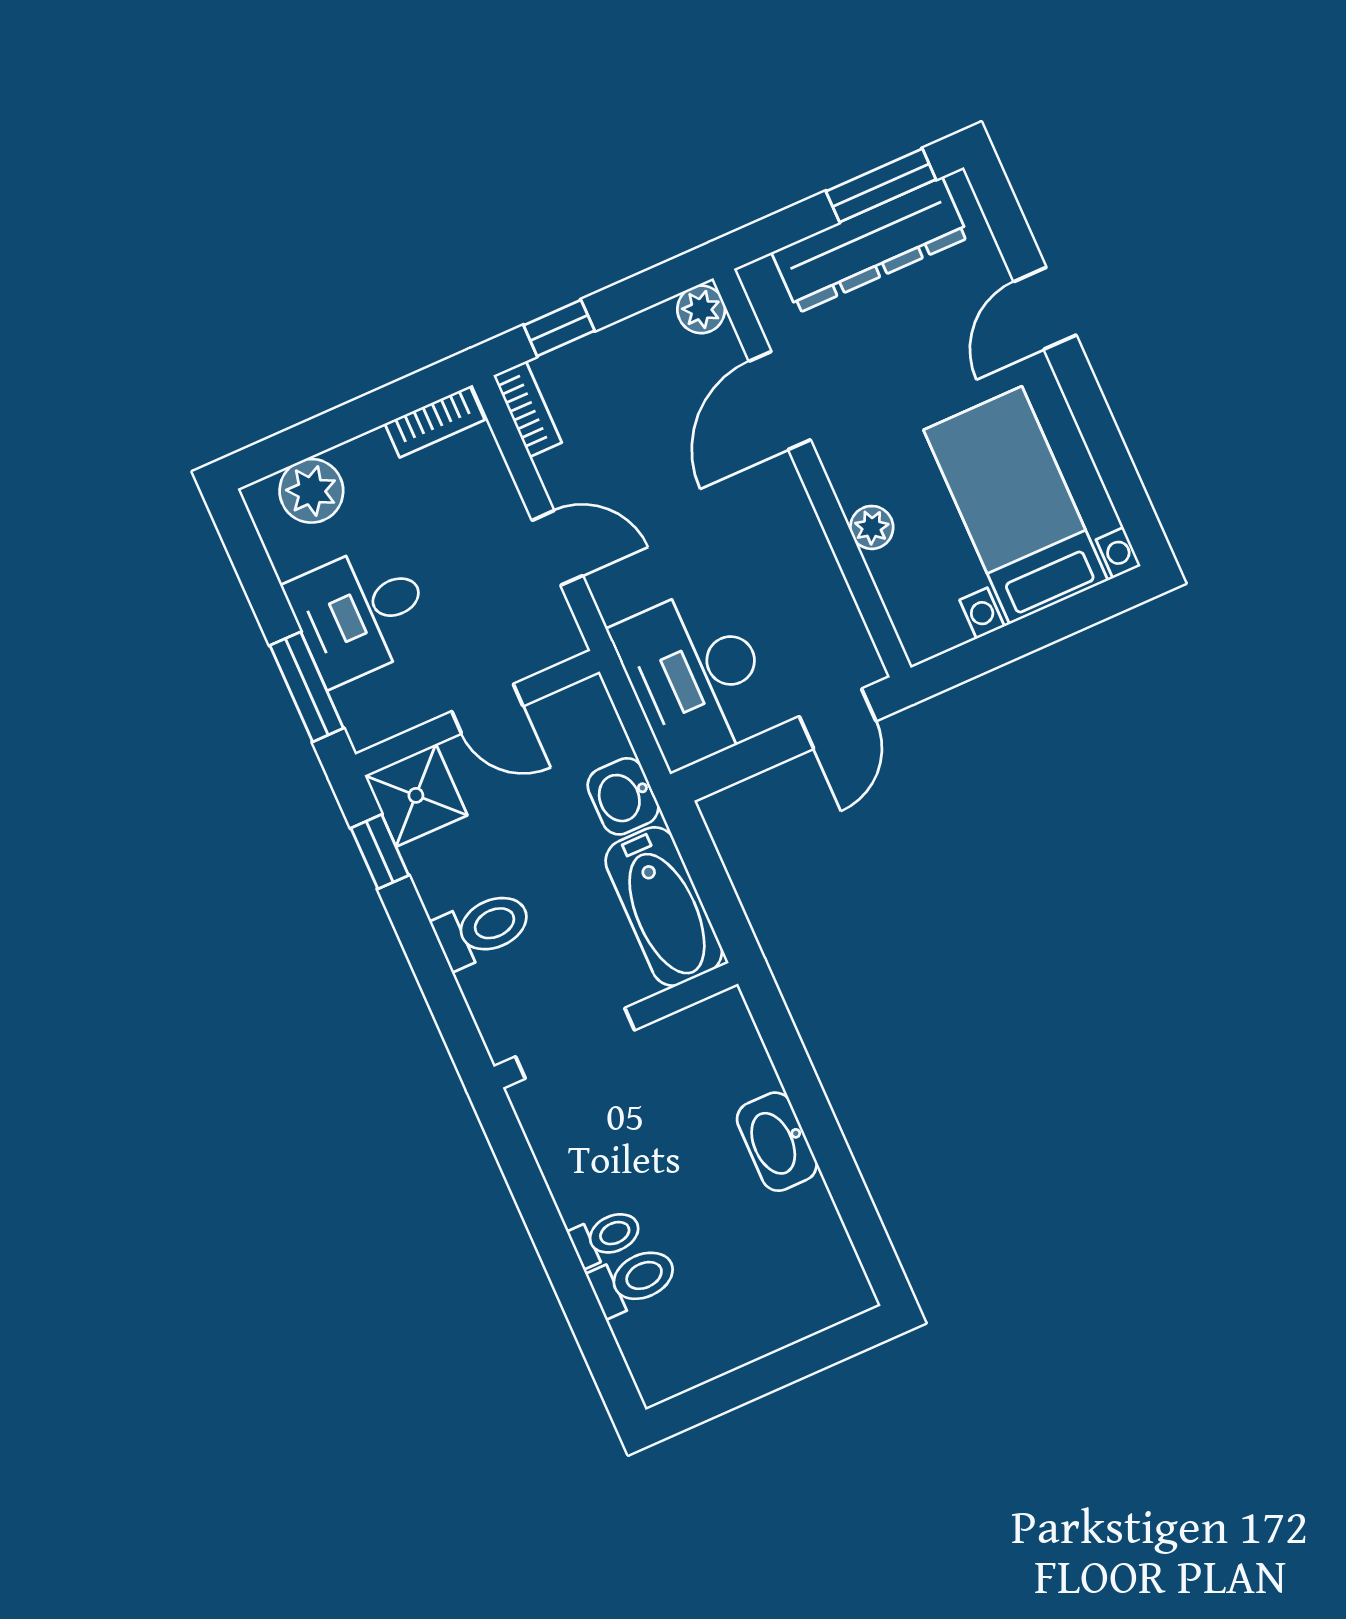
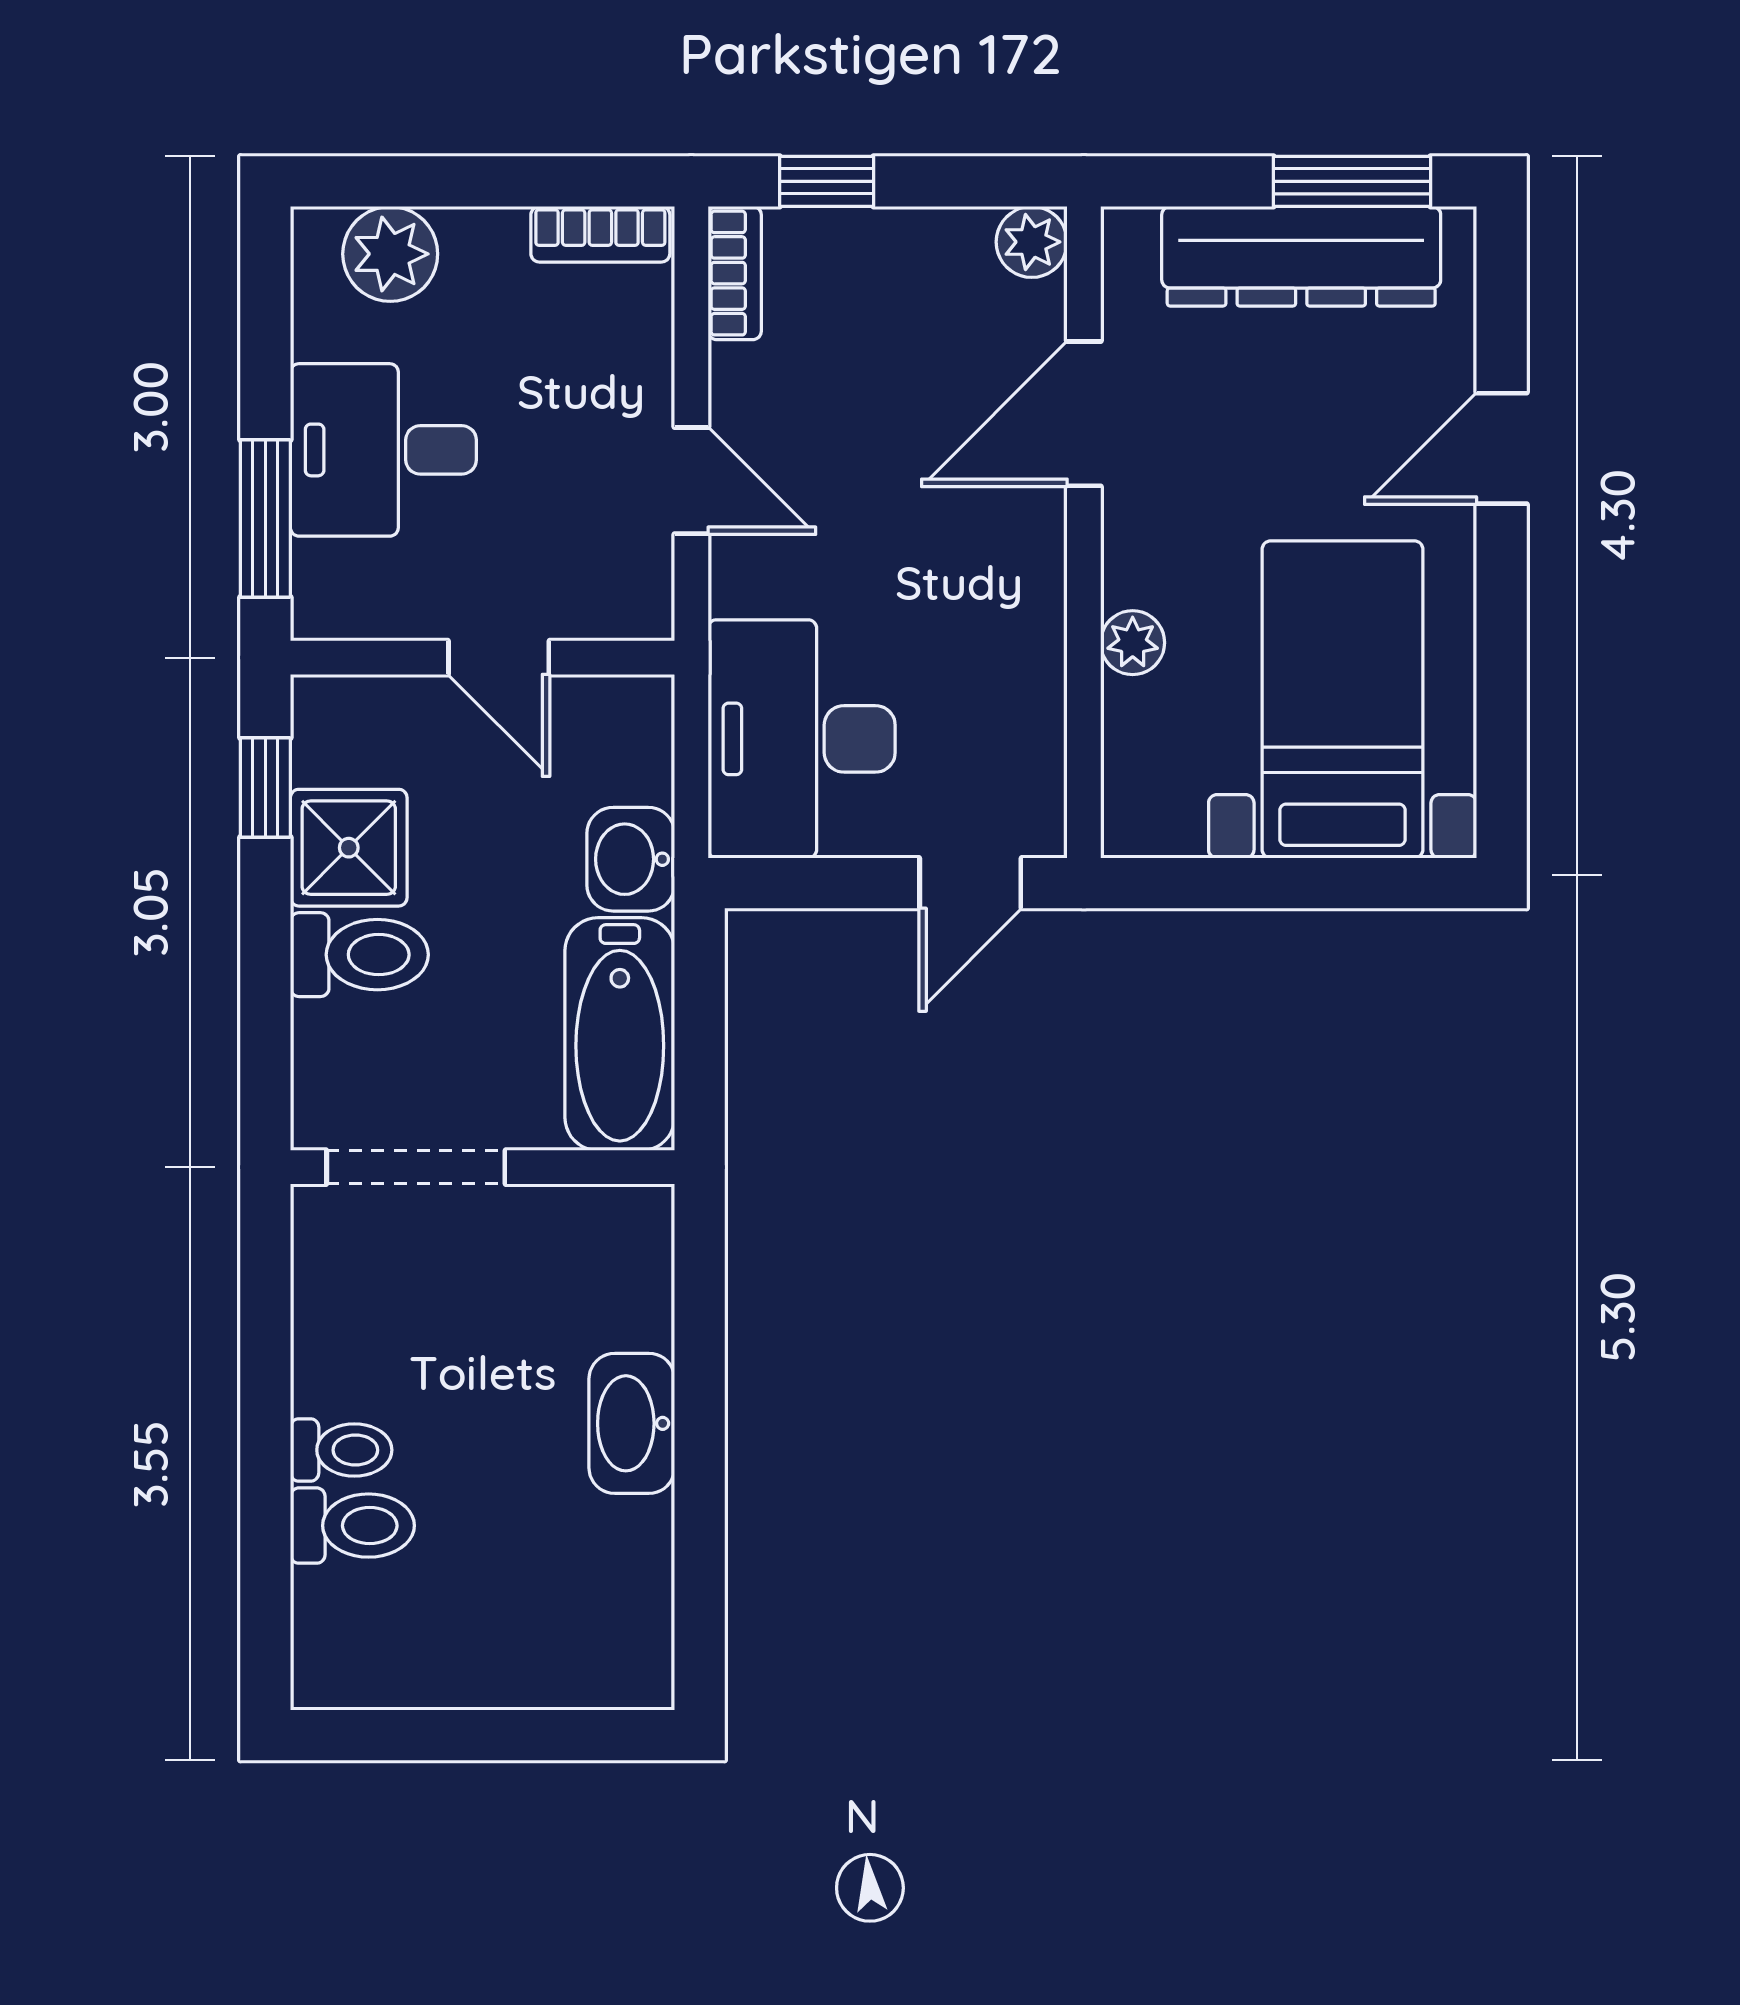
shower: (416, 795) -> (349, 848), moved

